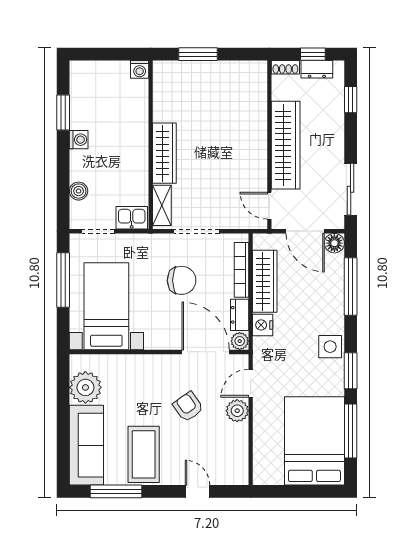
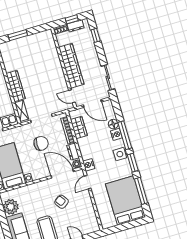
floor lamp: (334, 243) -> (113, 124), moved
wardrobe: (265, 281) -> (79, 128), width x0.67
window: (351, 287) -> (125, 135), moved
nightstand: (335, 306) -> (116, 134), added
nightstand: (263, 325) -> (89, 165), moved
plant: (237, 411) -> (85, 197), removed

